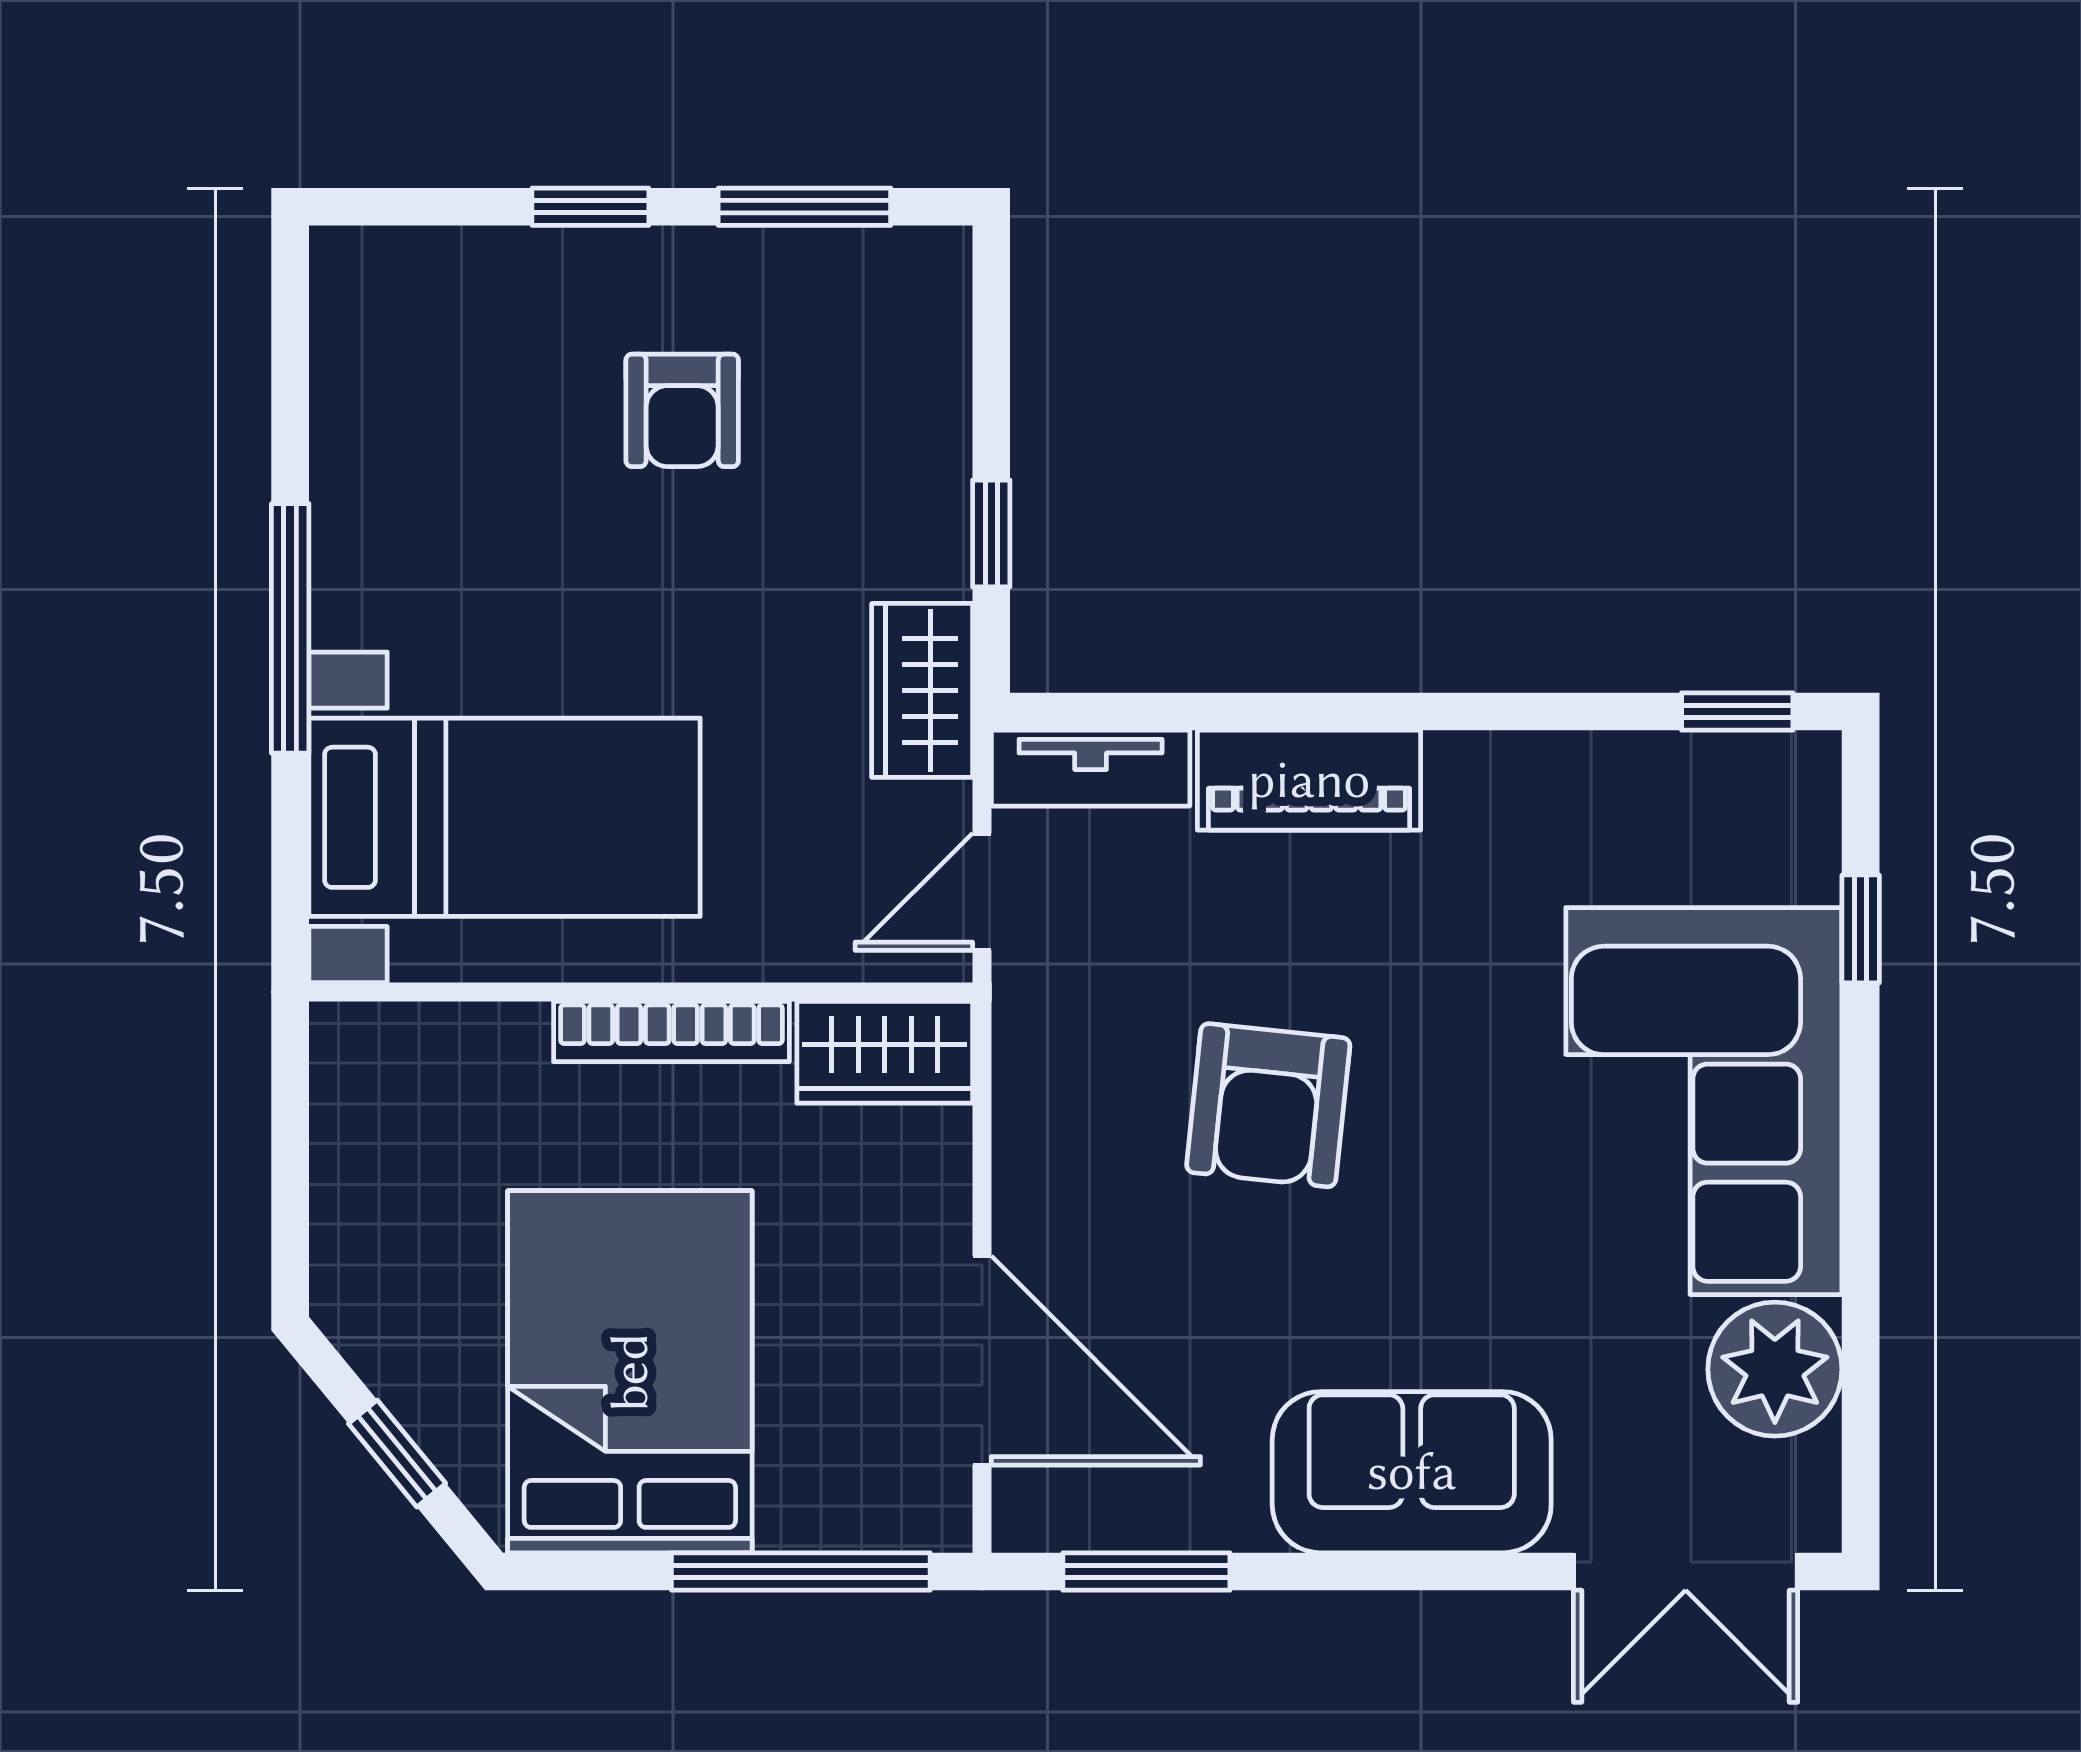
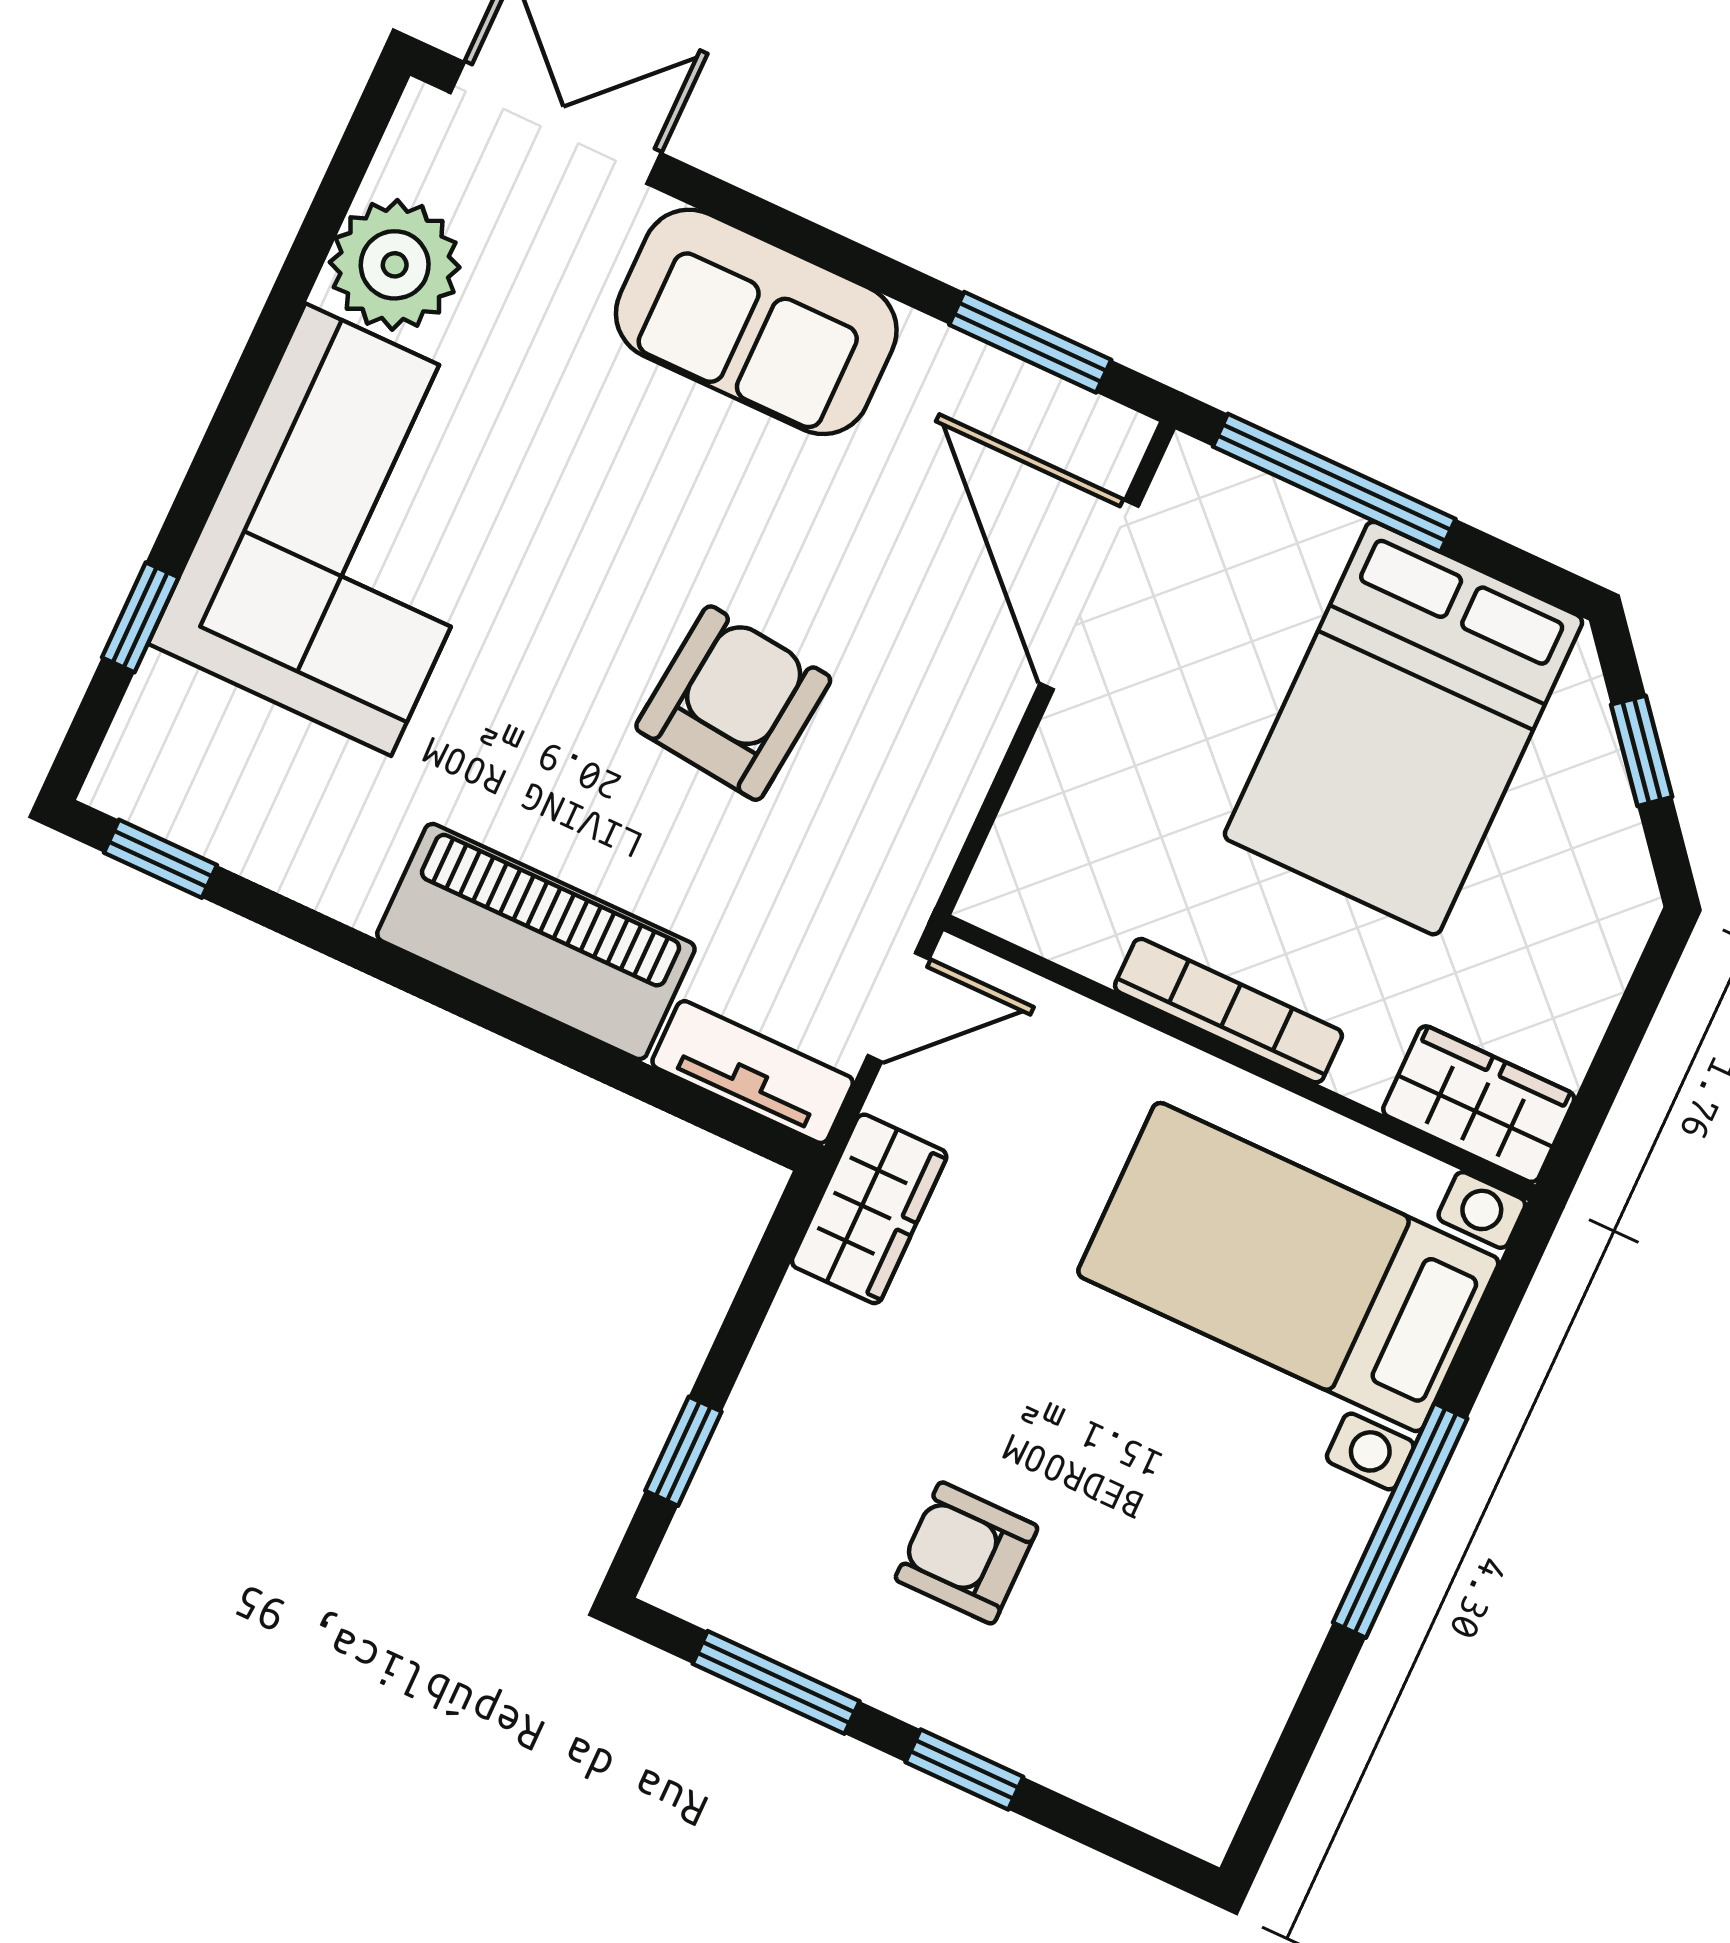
armchair: (682, 410) -> (966, 1553), turned -90
window: (991, 534) -> (683, 1451), moved
piano: (1309, 780) -> (536, 942), width x1.37, depth x1.33
wardrobe: (885, 1052) -> (1479, 1104), moved

